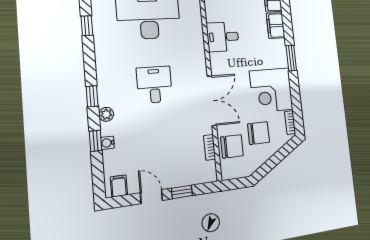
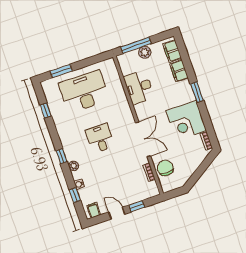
desk: (223, 37) -> (139, 87), width x1.37
chair: (259, 133) -> (183, 154), removed
window: (95, 141) -> (75, 195), moved
chair: (232, 146) -> (165, 168), turned -90

